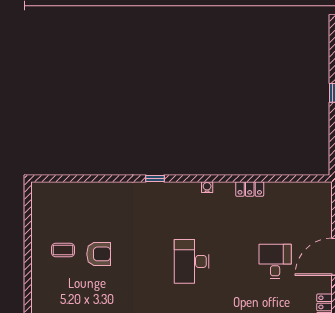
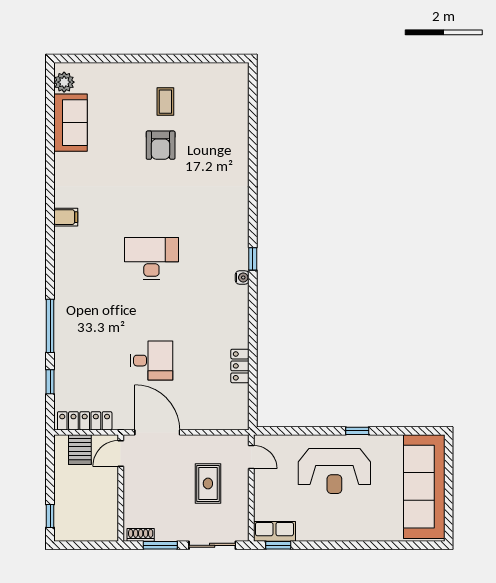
window: (155, 178) -> (253, 259), moved
locker: (250, 189) -> (240, 366), moved

